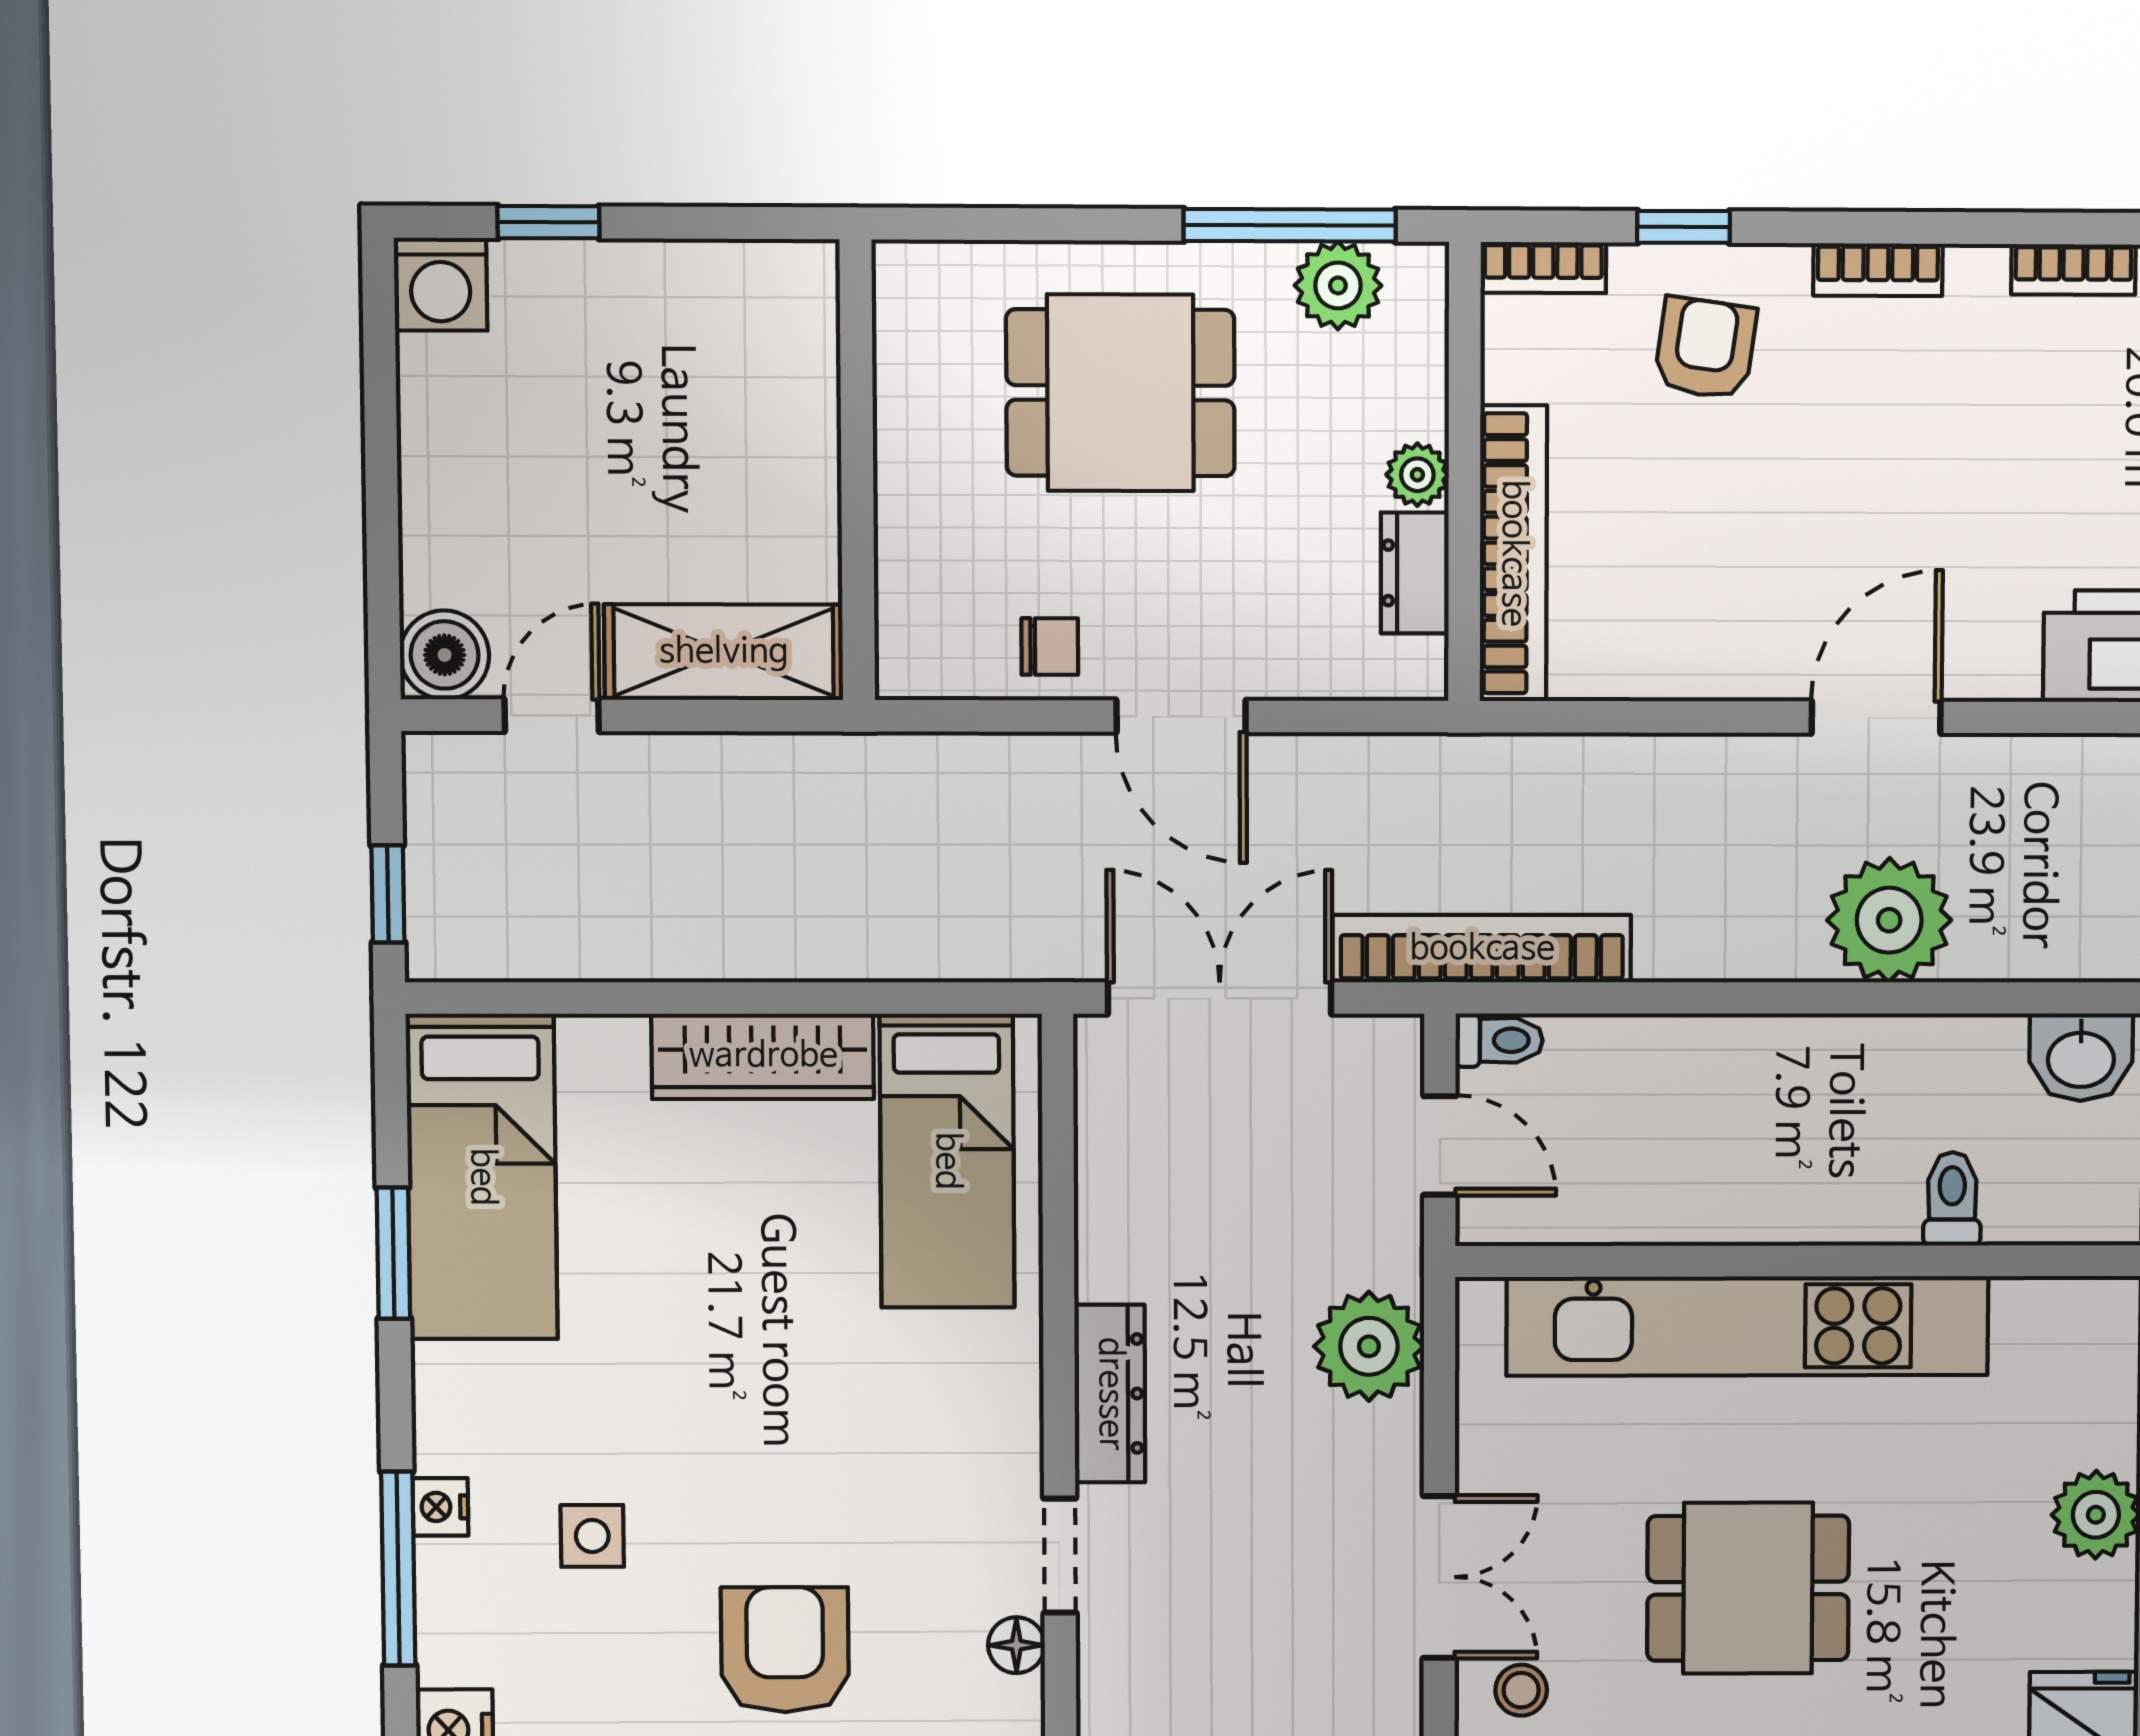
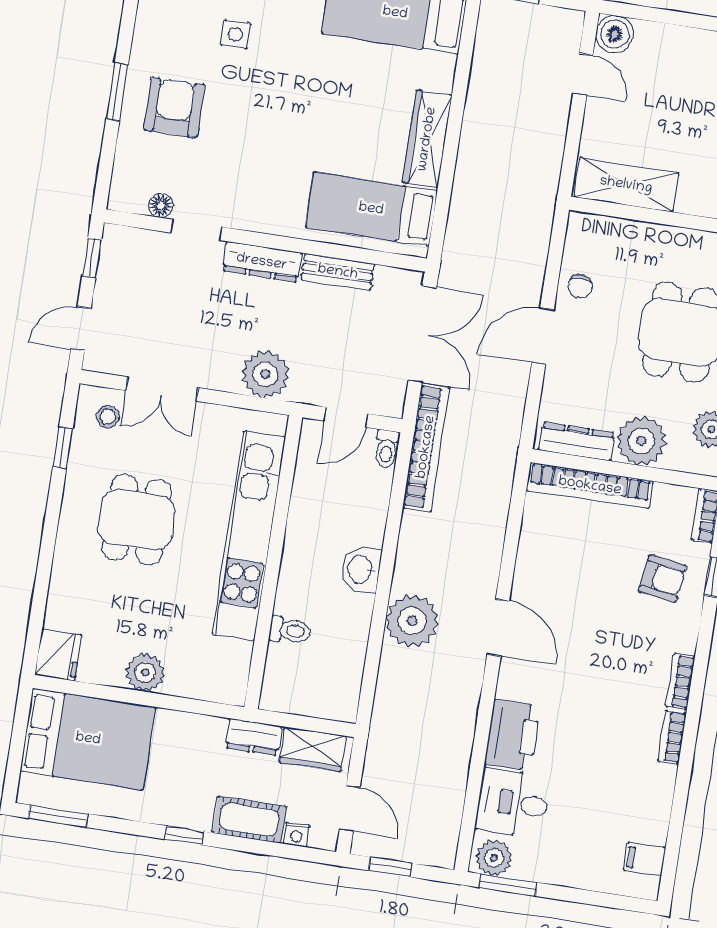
bookcase: (1878, 270) -> (680, 682), moved
plant: (1417, 475) -> (641, 441), width x1.88, depth x1.88
dresser: (1415, 573) -> (577, 441), width x1.44
shelving: (724, 652) -> (626, 185), moved, turned 90
washbasin: (2081, 1057) -> (361, 569), moved
bench: (1106, 1216) -> (338, 272), added
armchair: (785, 1650) -> (174, 107), turned -90

